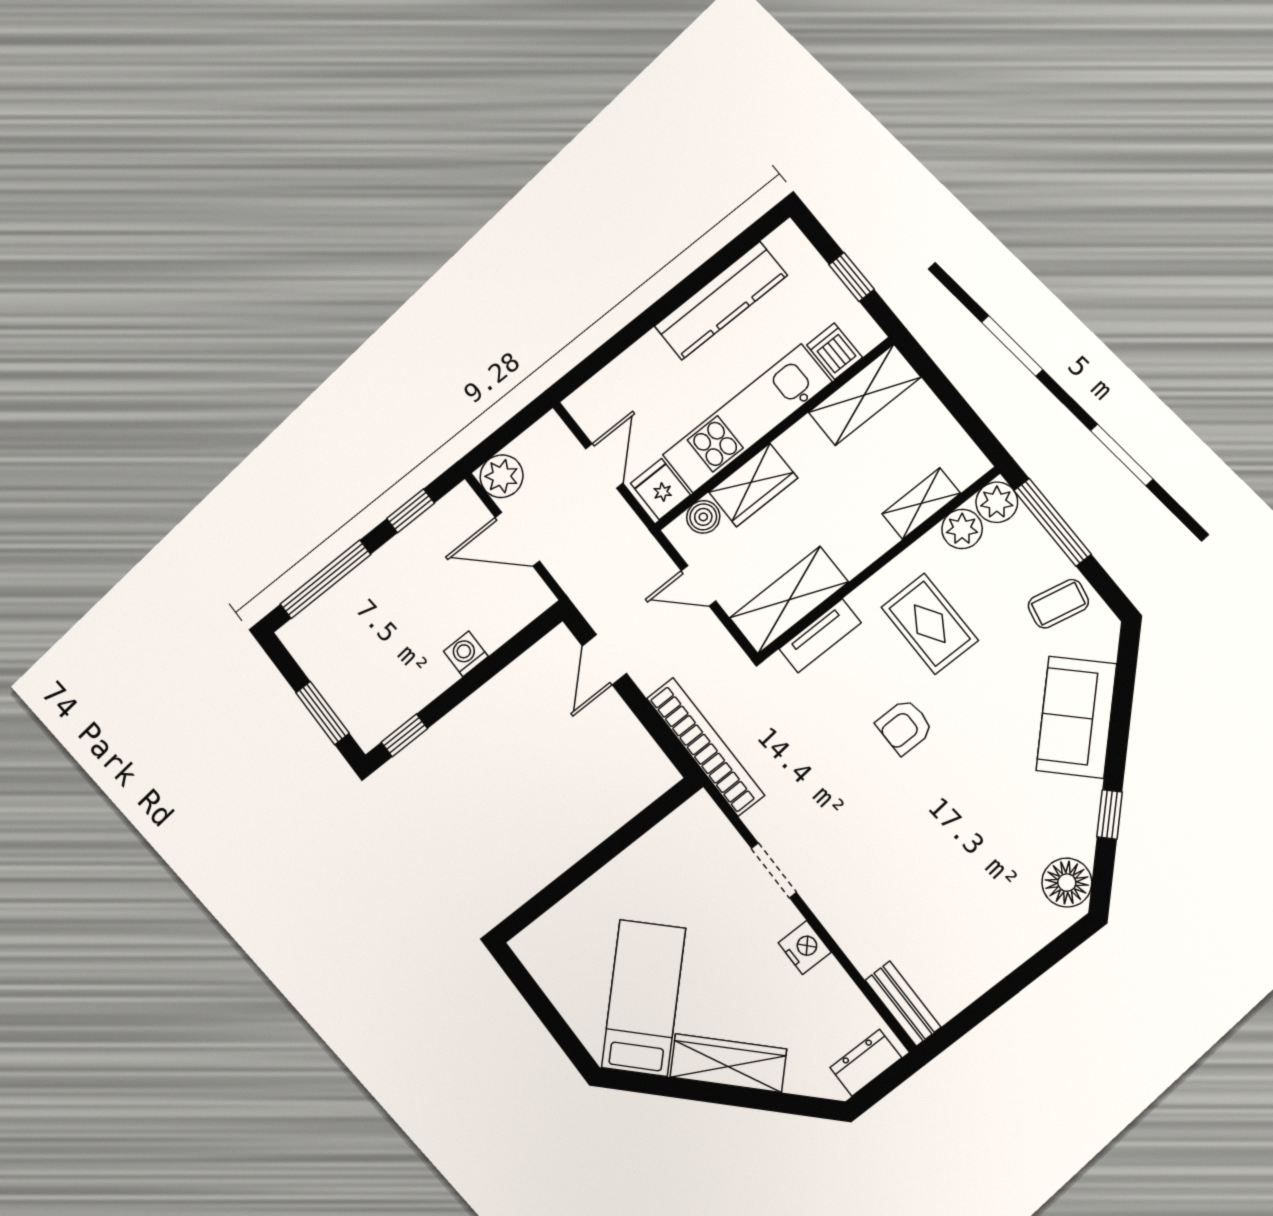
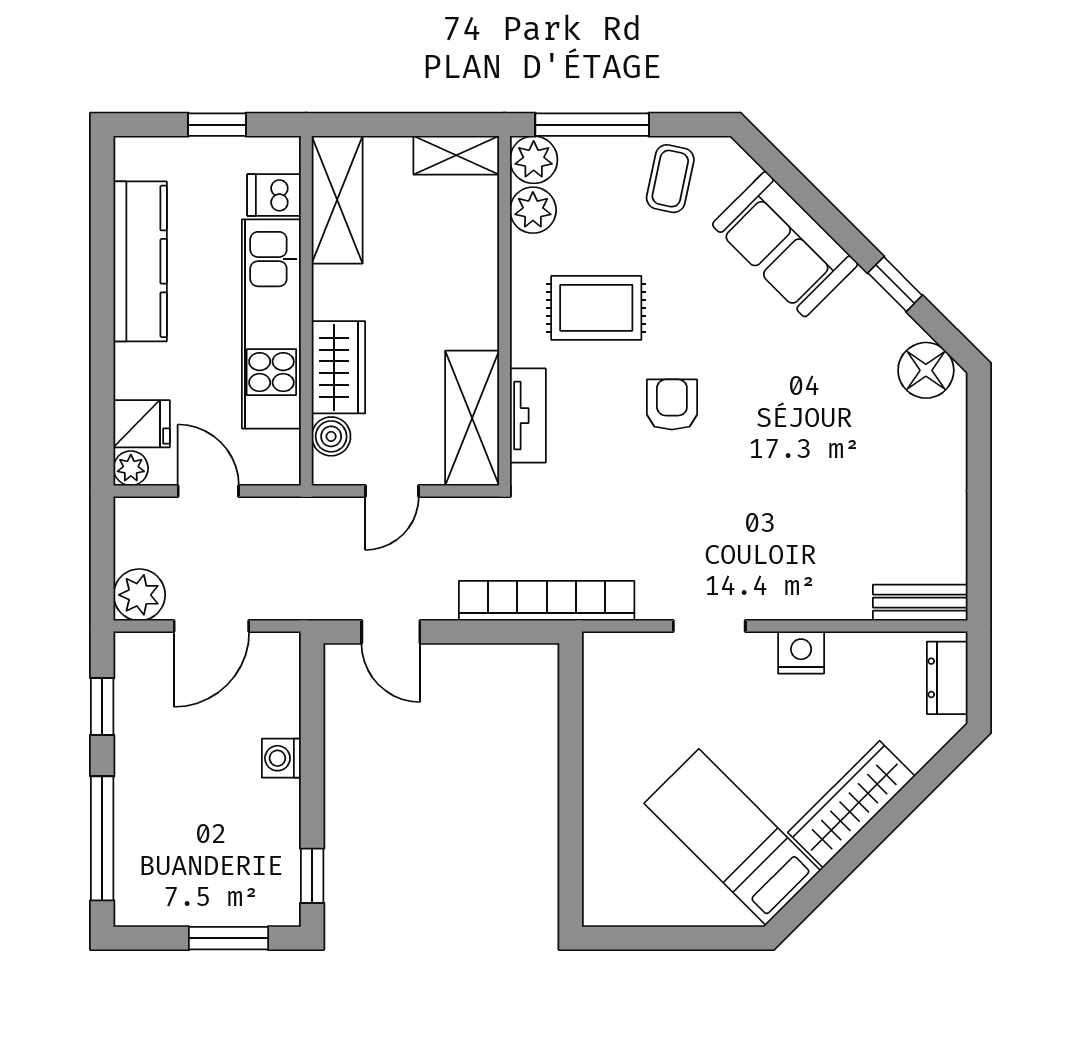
plant: (580, 404) -> (131, 468), added
fridge: (660, 489) -> (142, 424), moved, turned 180
shelving: (921, 503) -> (456, 155), moved, turned 90
armchair: (904, 727) -> (672, 405), turned 180

